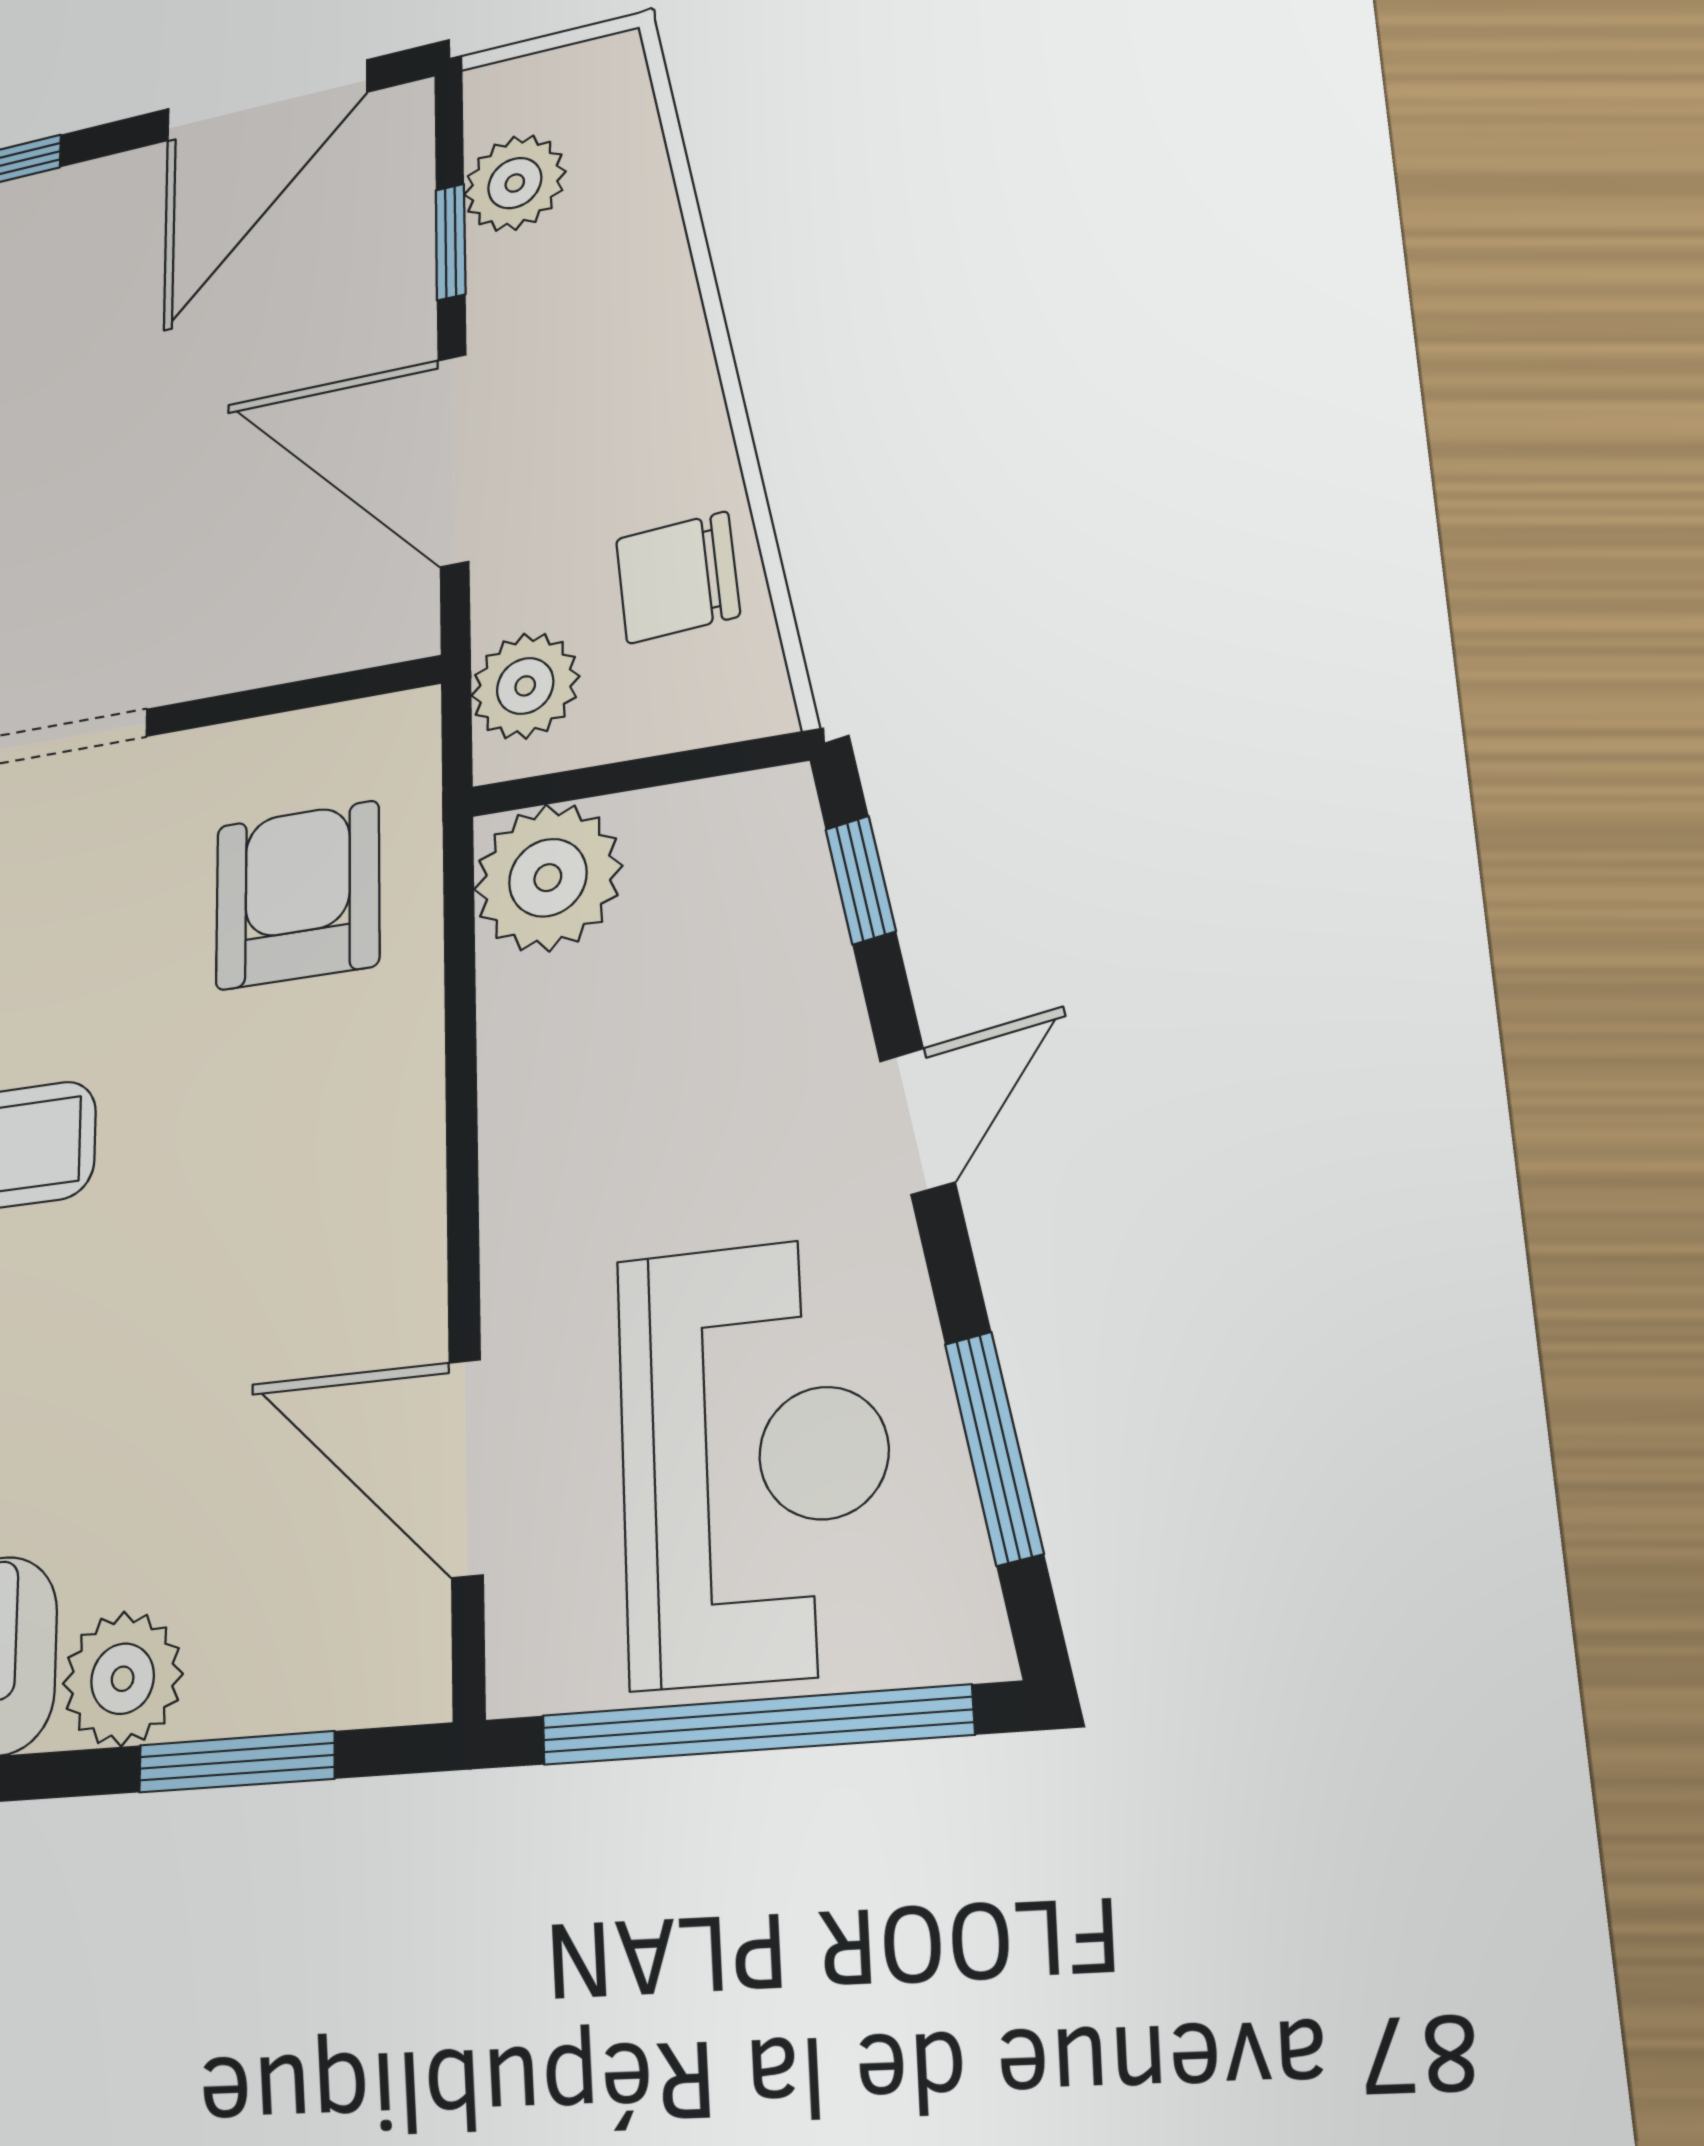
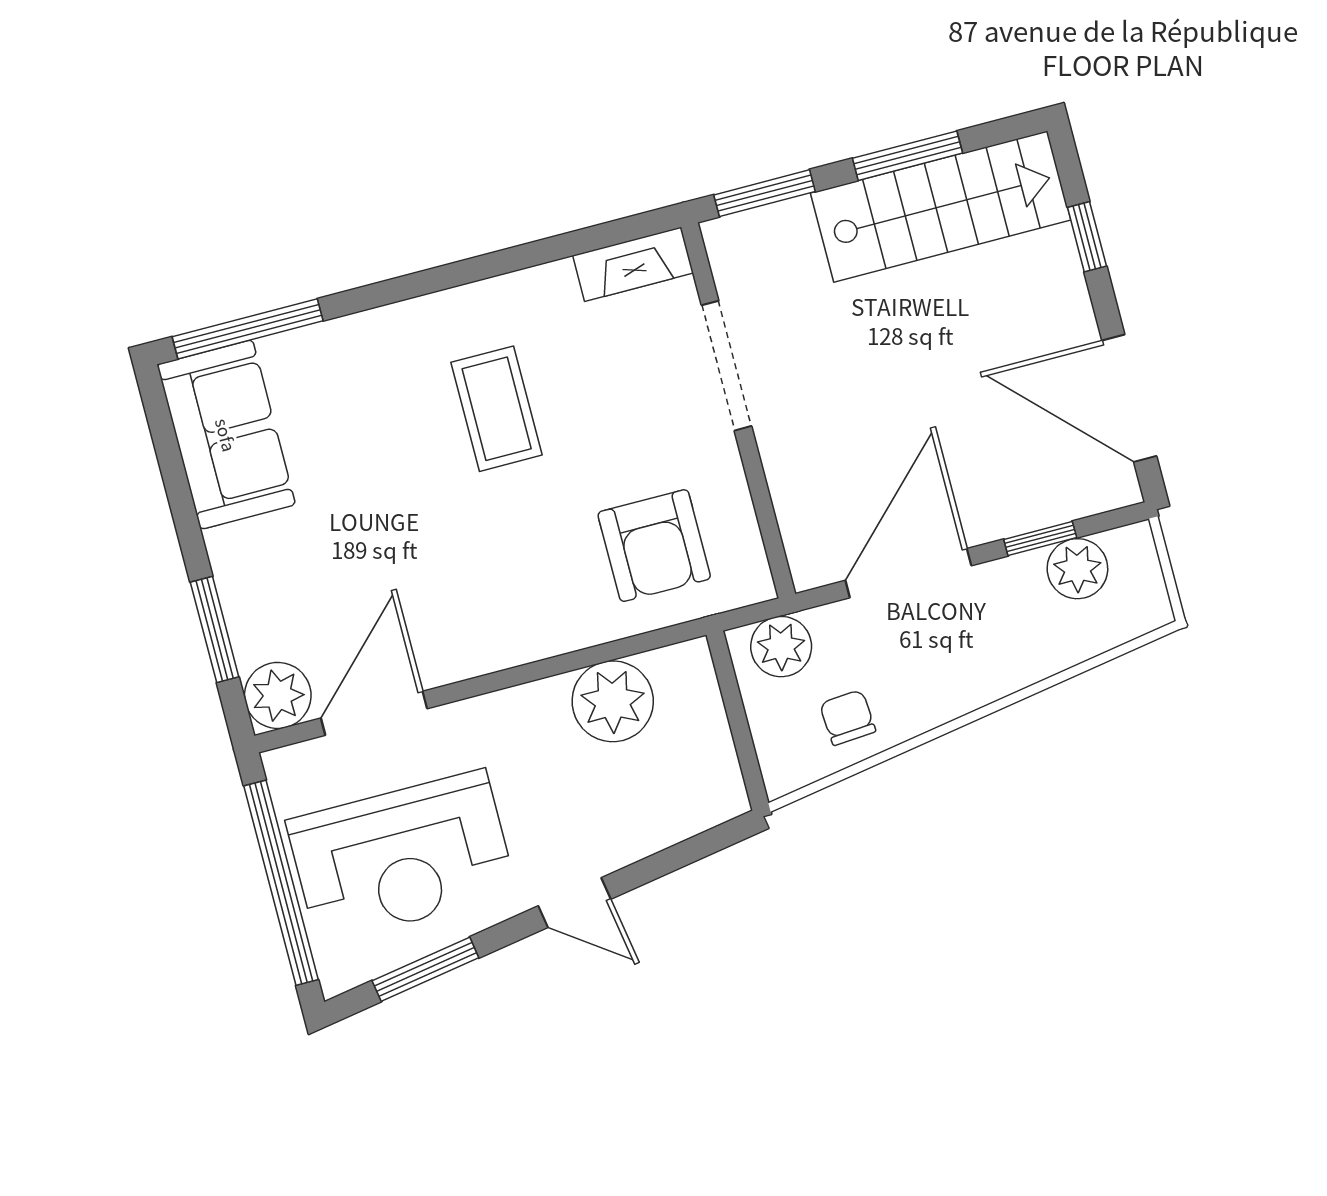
chair: (678, 577) -> (848, 718), width x0.73, depth x0.73
plant: (548, 878) -> (613, 701), moved
window: (861, 880) -> (693, 850), removed
armchair: (297, 895) -> (654, 546), turned 90
plant: (123, 1679) -> (278, 695), moved

